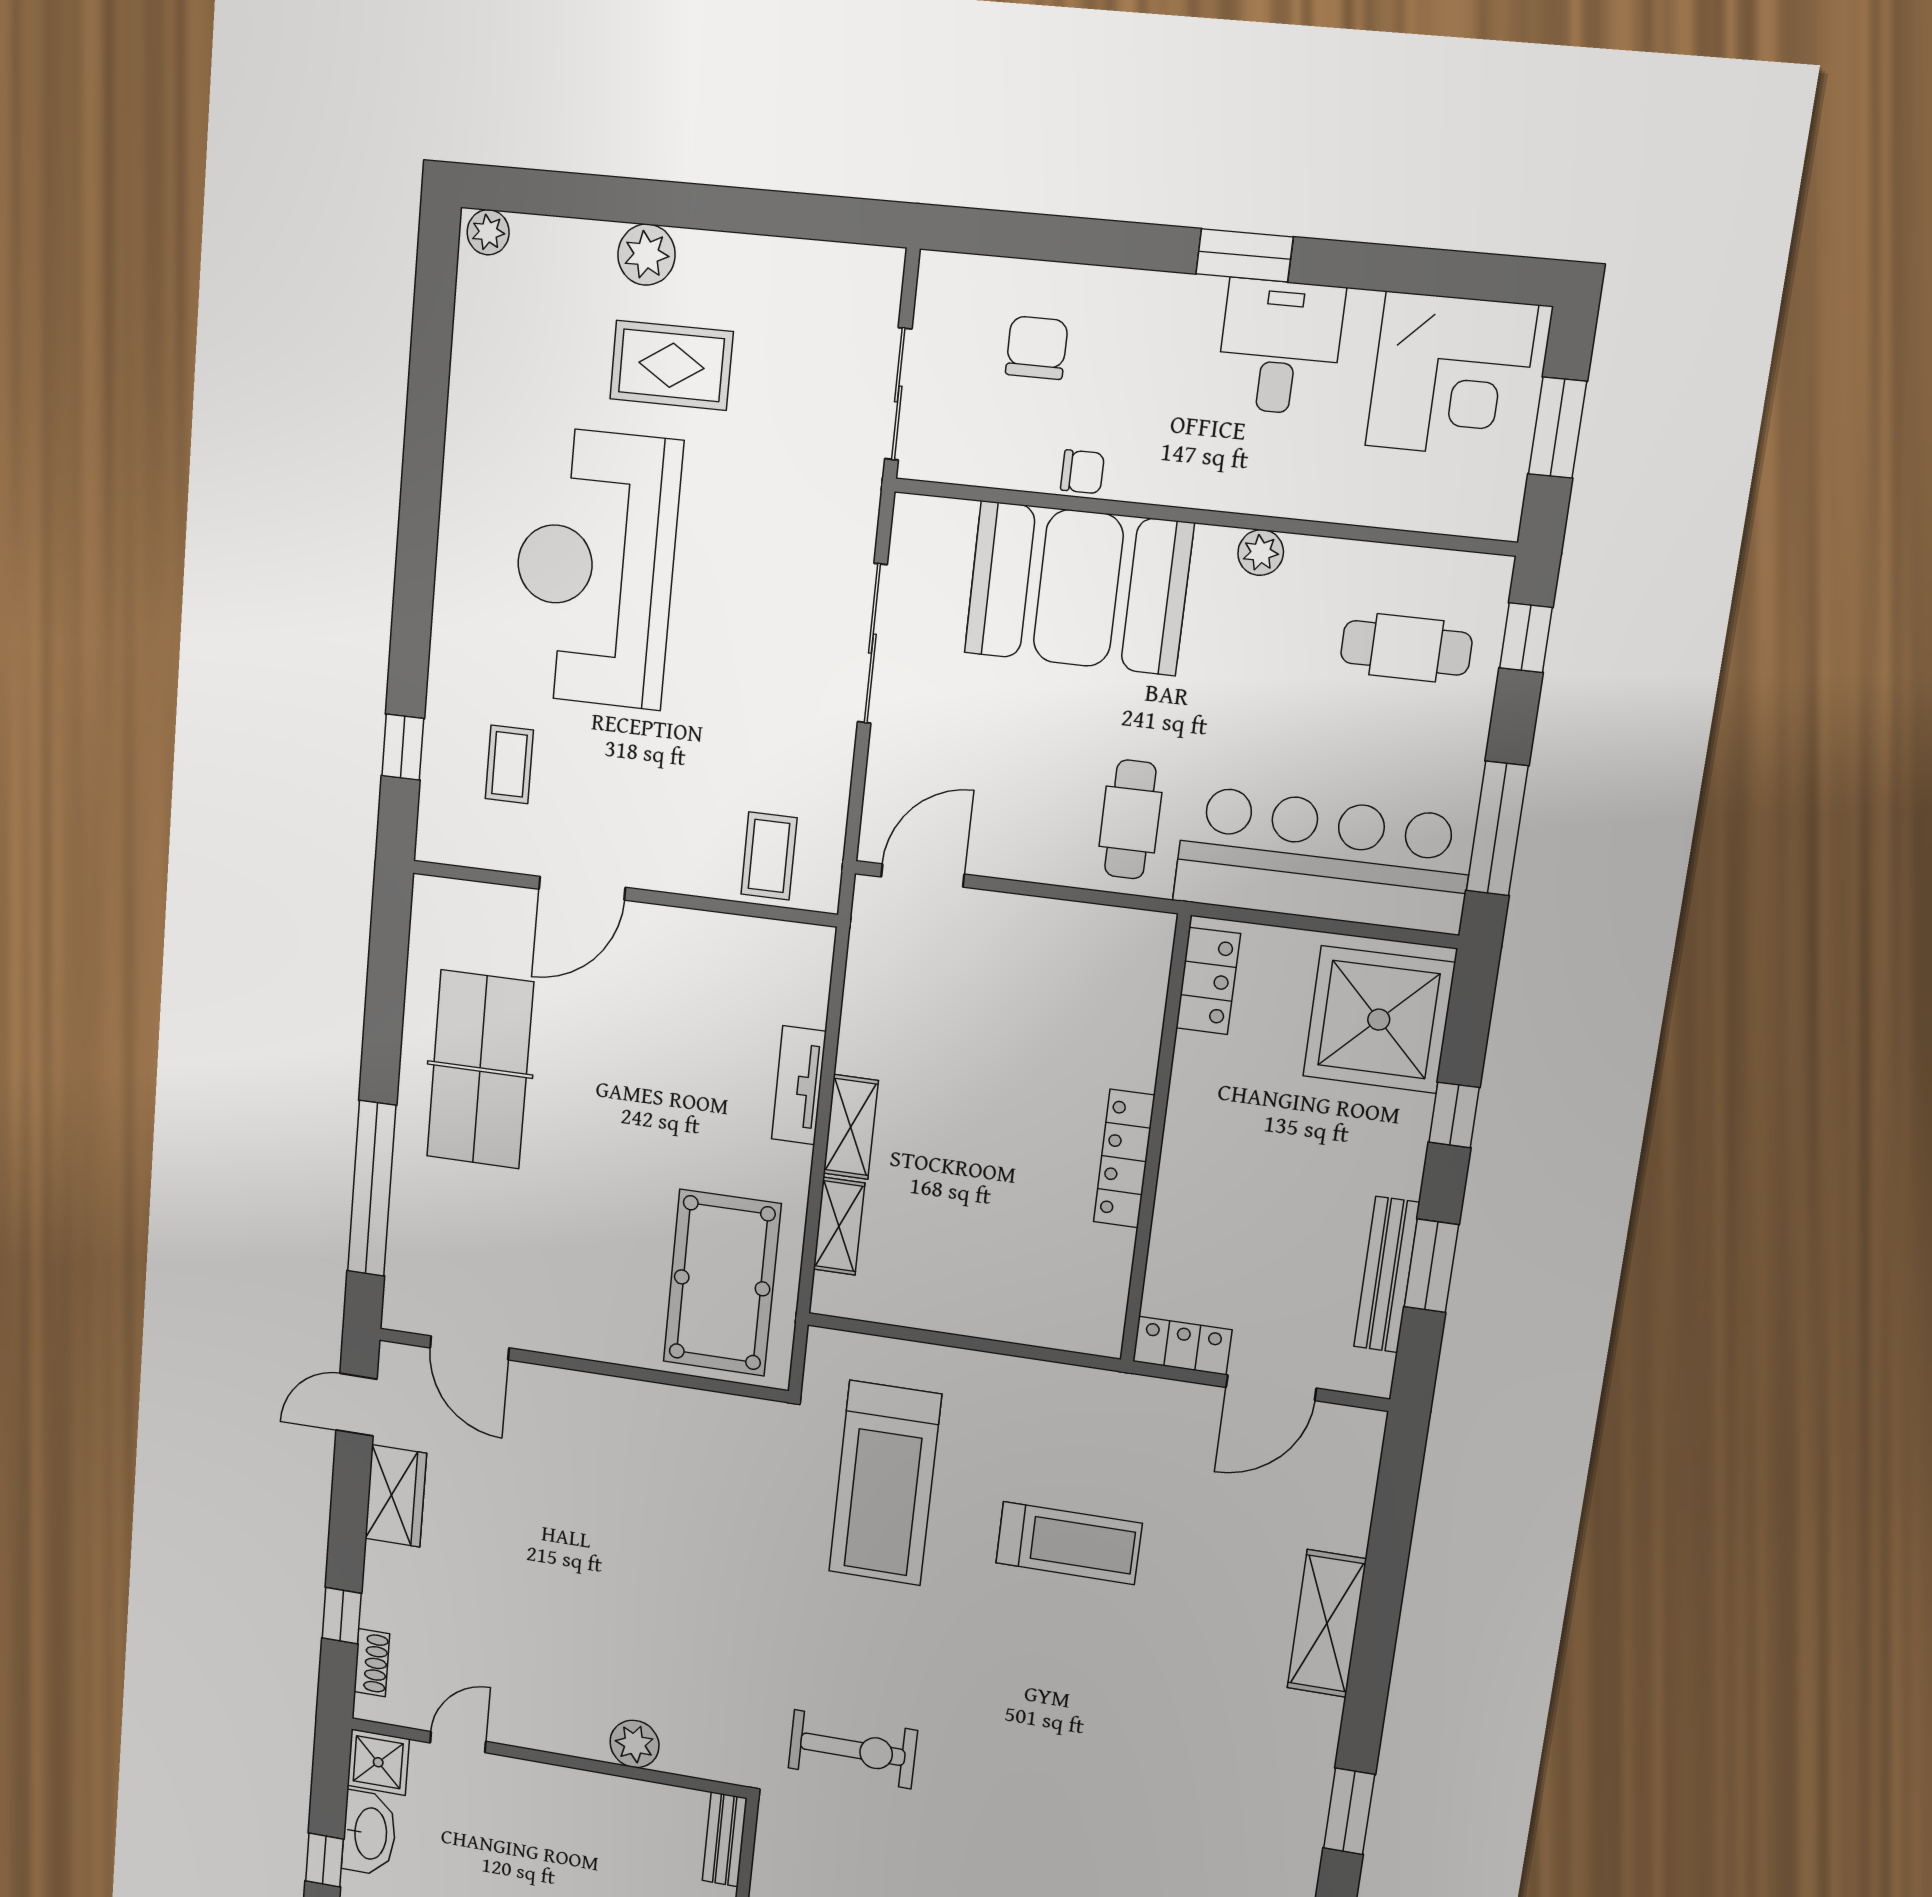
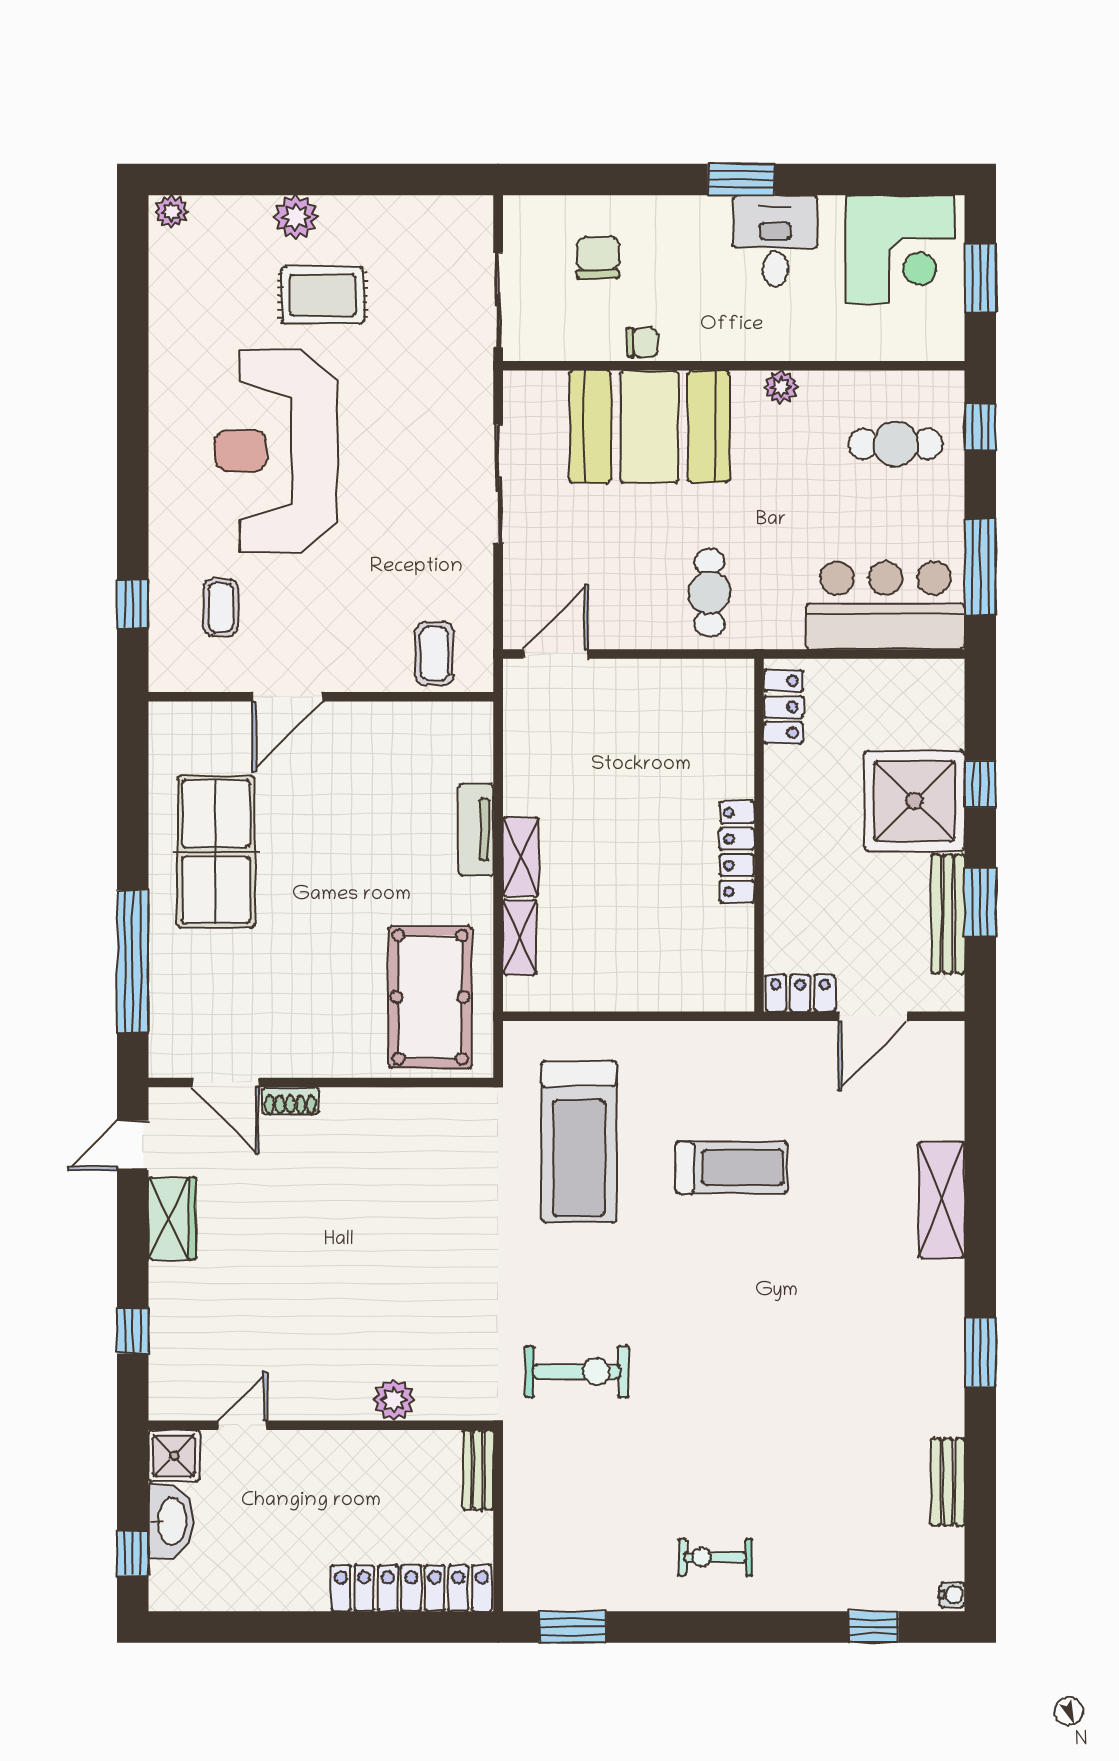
bar counter: (1323, 860) -> (886, 605), width x0.73
shower: (1379, 1020) -> (914, 801), moved
shoe rack: (372, 1663) -> (290, 1101), moved, turned 90

